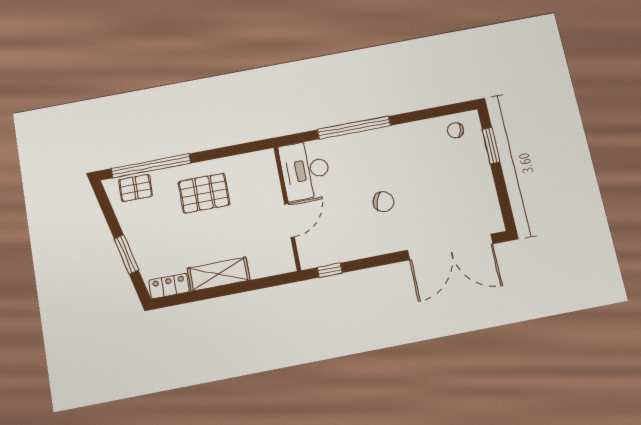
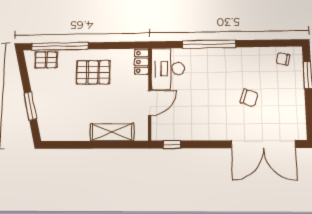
chair: (383, 202) -> (249, 98), moved
shelving: (219, 274) -> (112, 132), moved
locker: (169, 286) -> (142, 62), moved, turned -90

